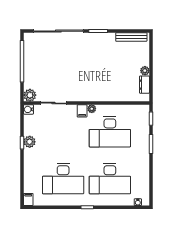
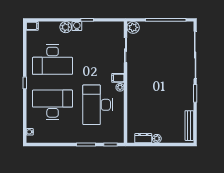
water cooler: (28, 109) -> (77, 26), moved
plant: (30, 142) -> (66, 27), moved
desk: (63, 179) -> (53, 60), turned -90
desk: (110, 179) -> (53, 105), turned 90

